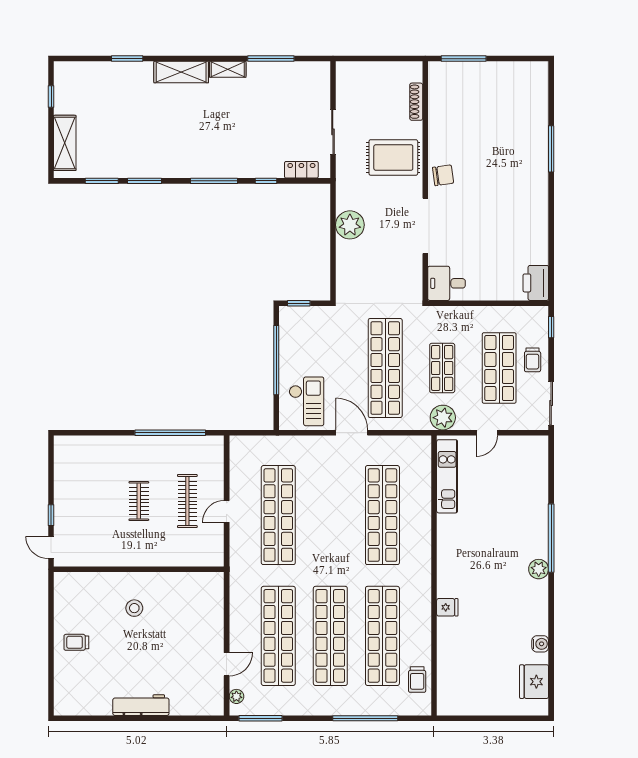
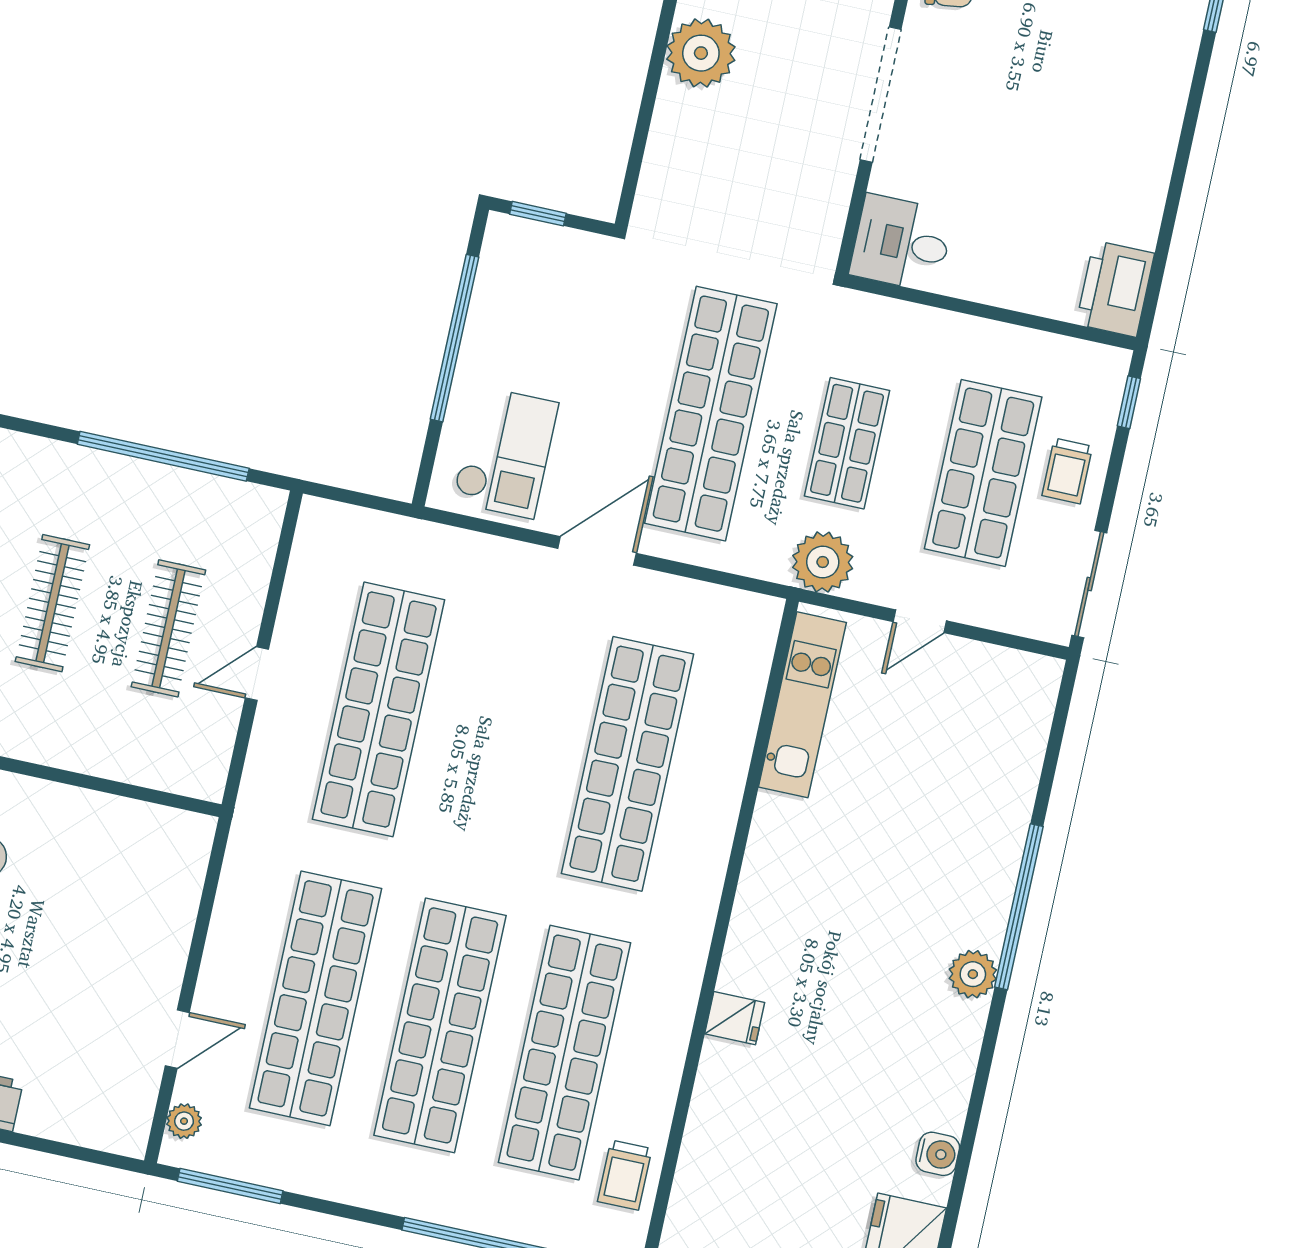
door: (352, 433) -> (597, 551), hinge flipped
clothes rail: (139, 501) -> (52, 603), width x1.36

